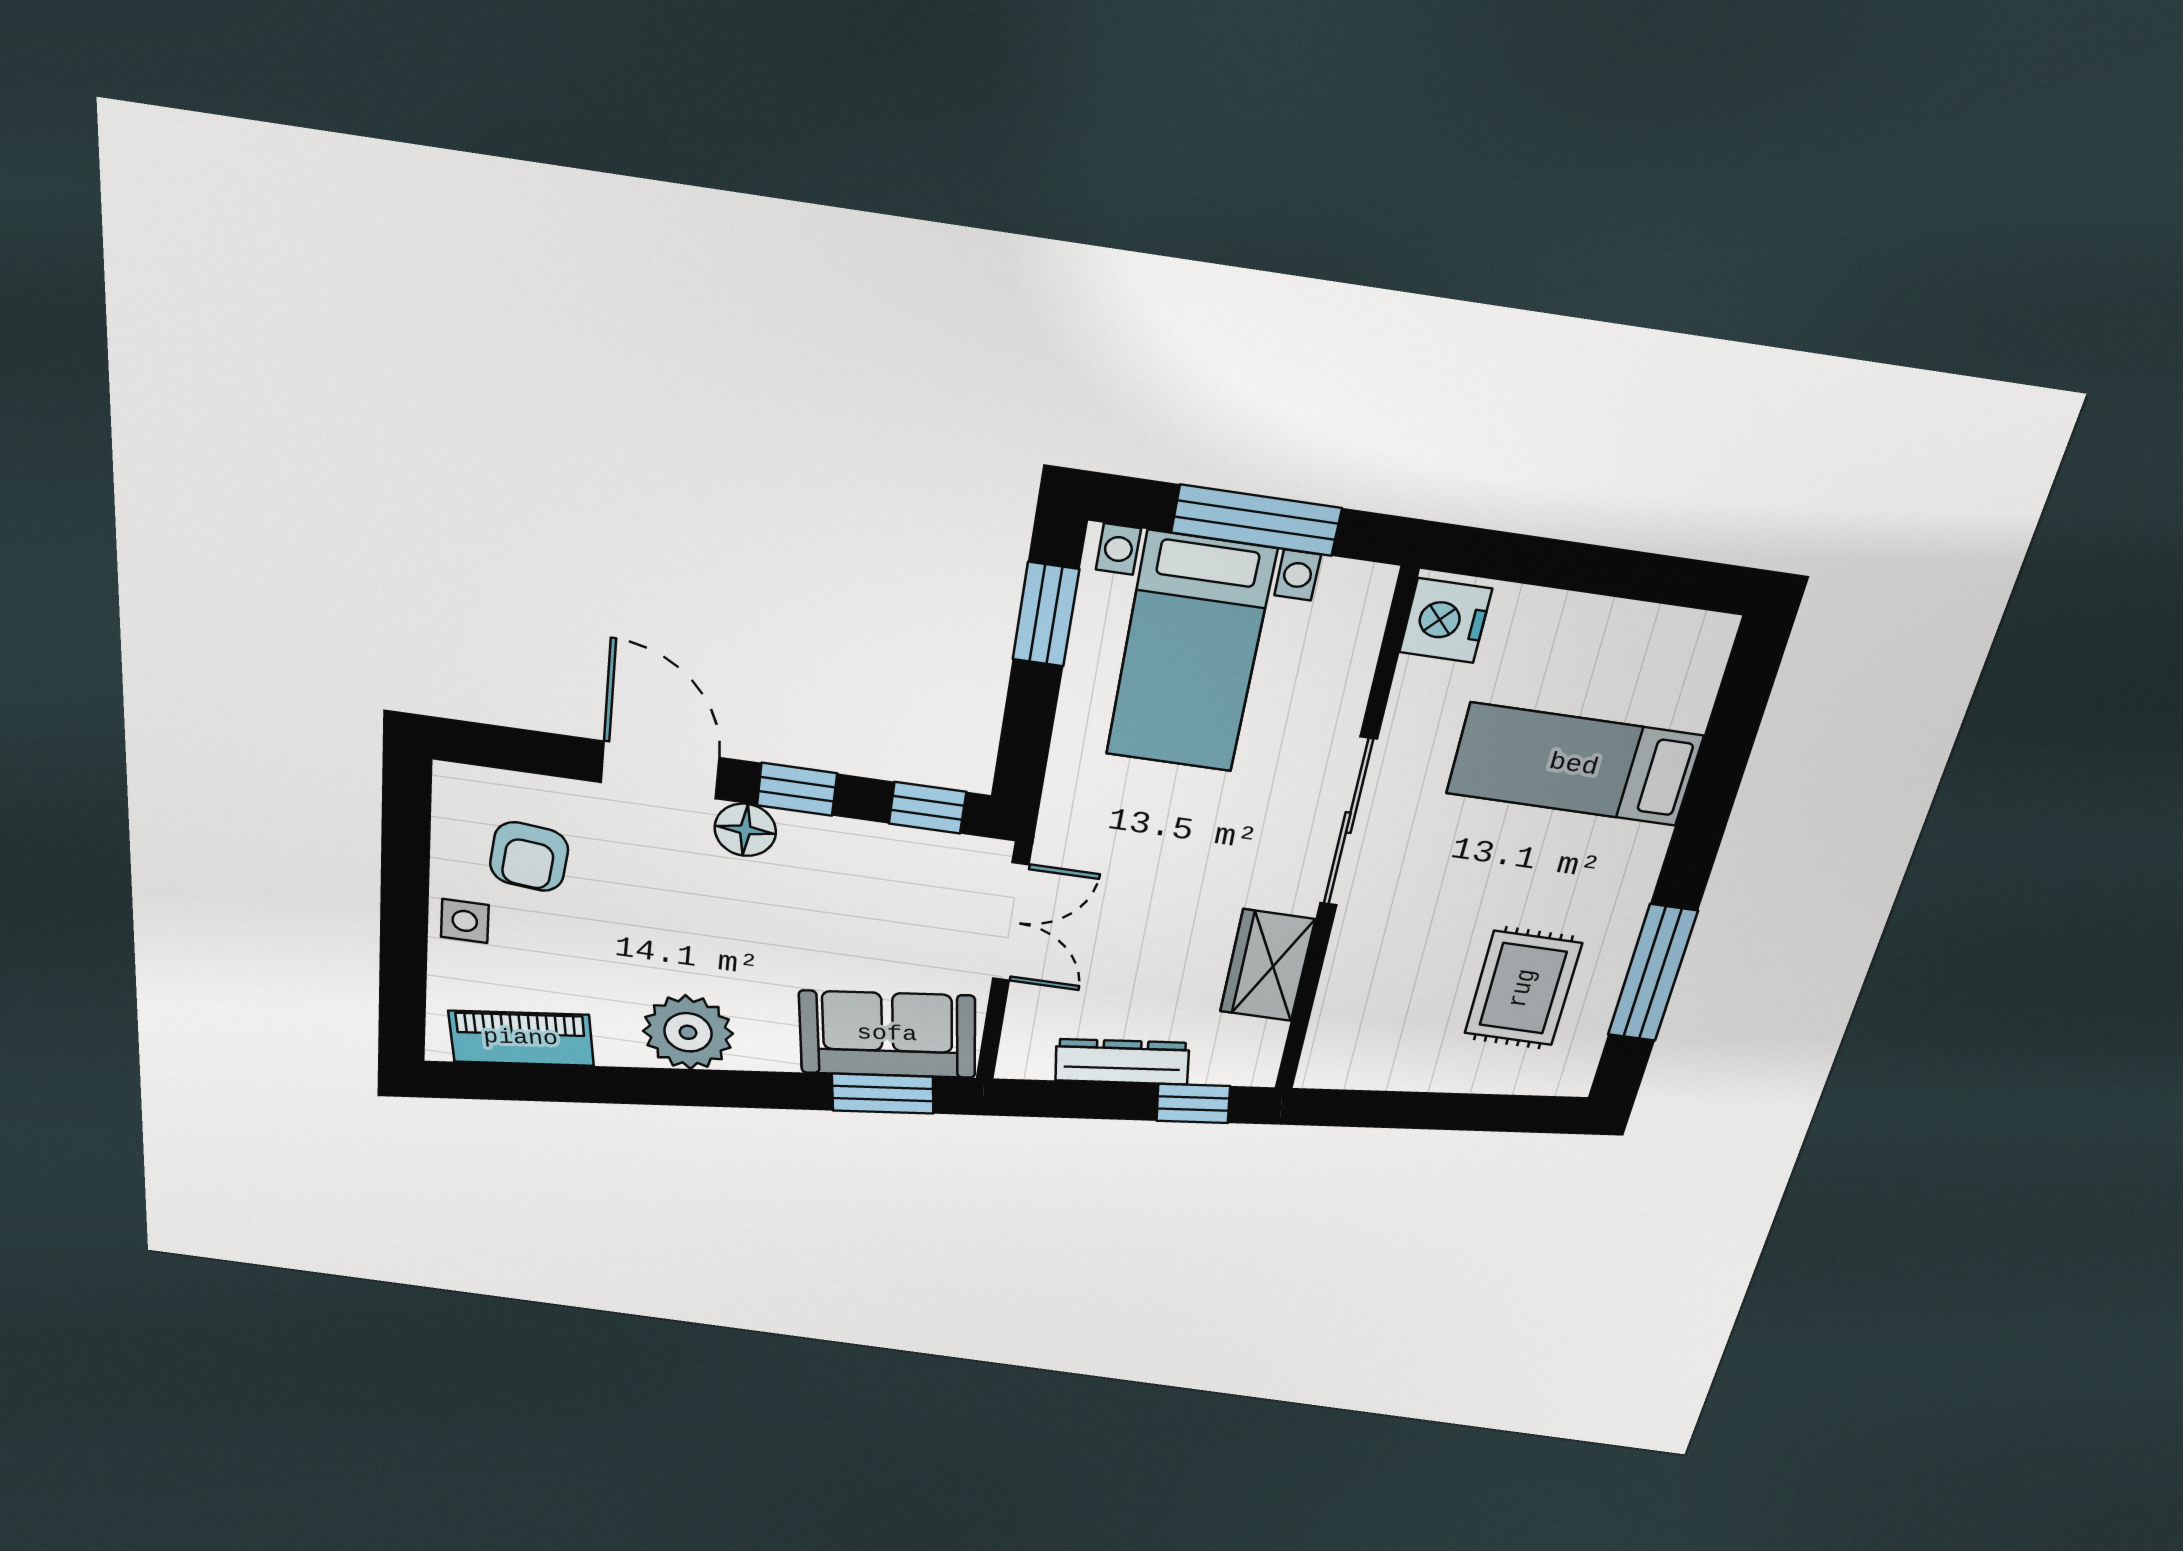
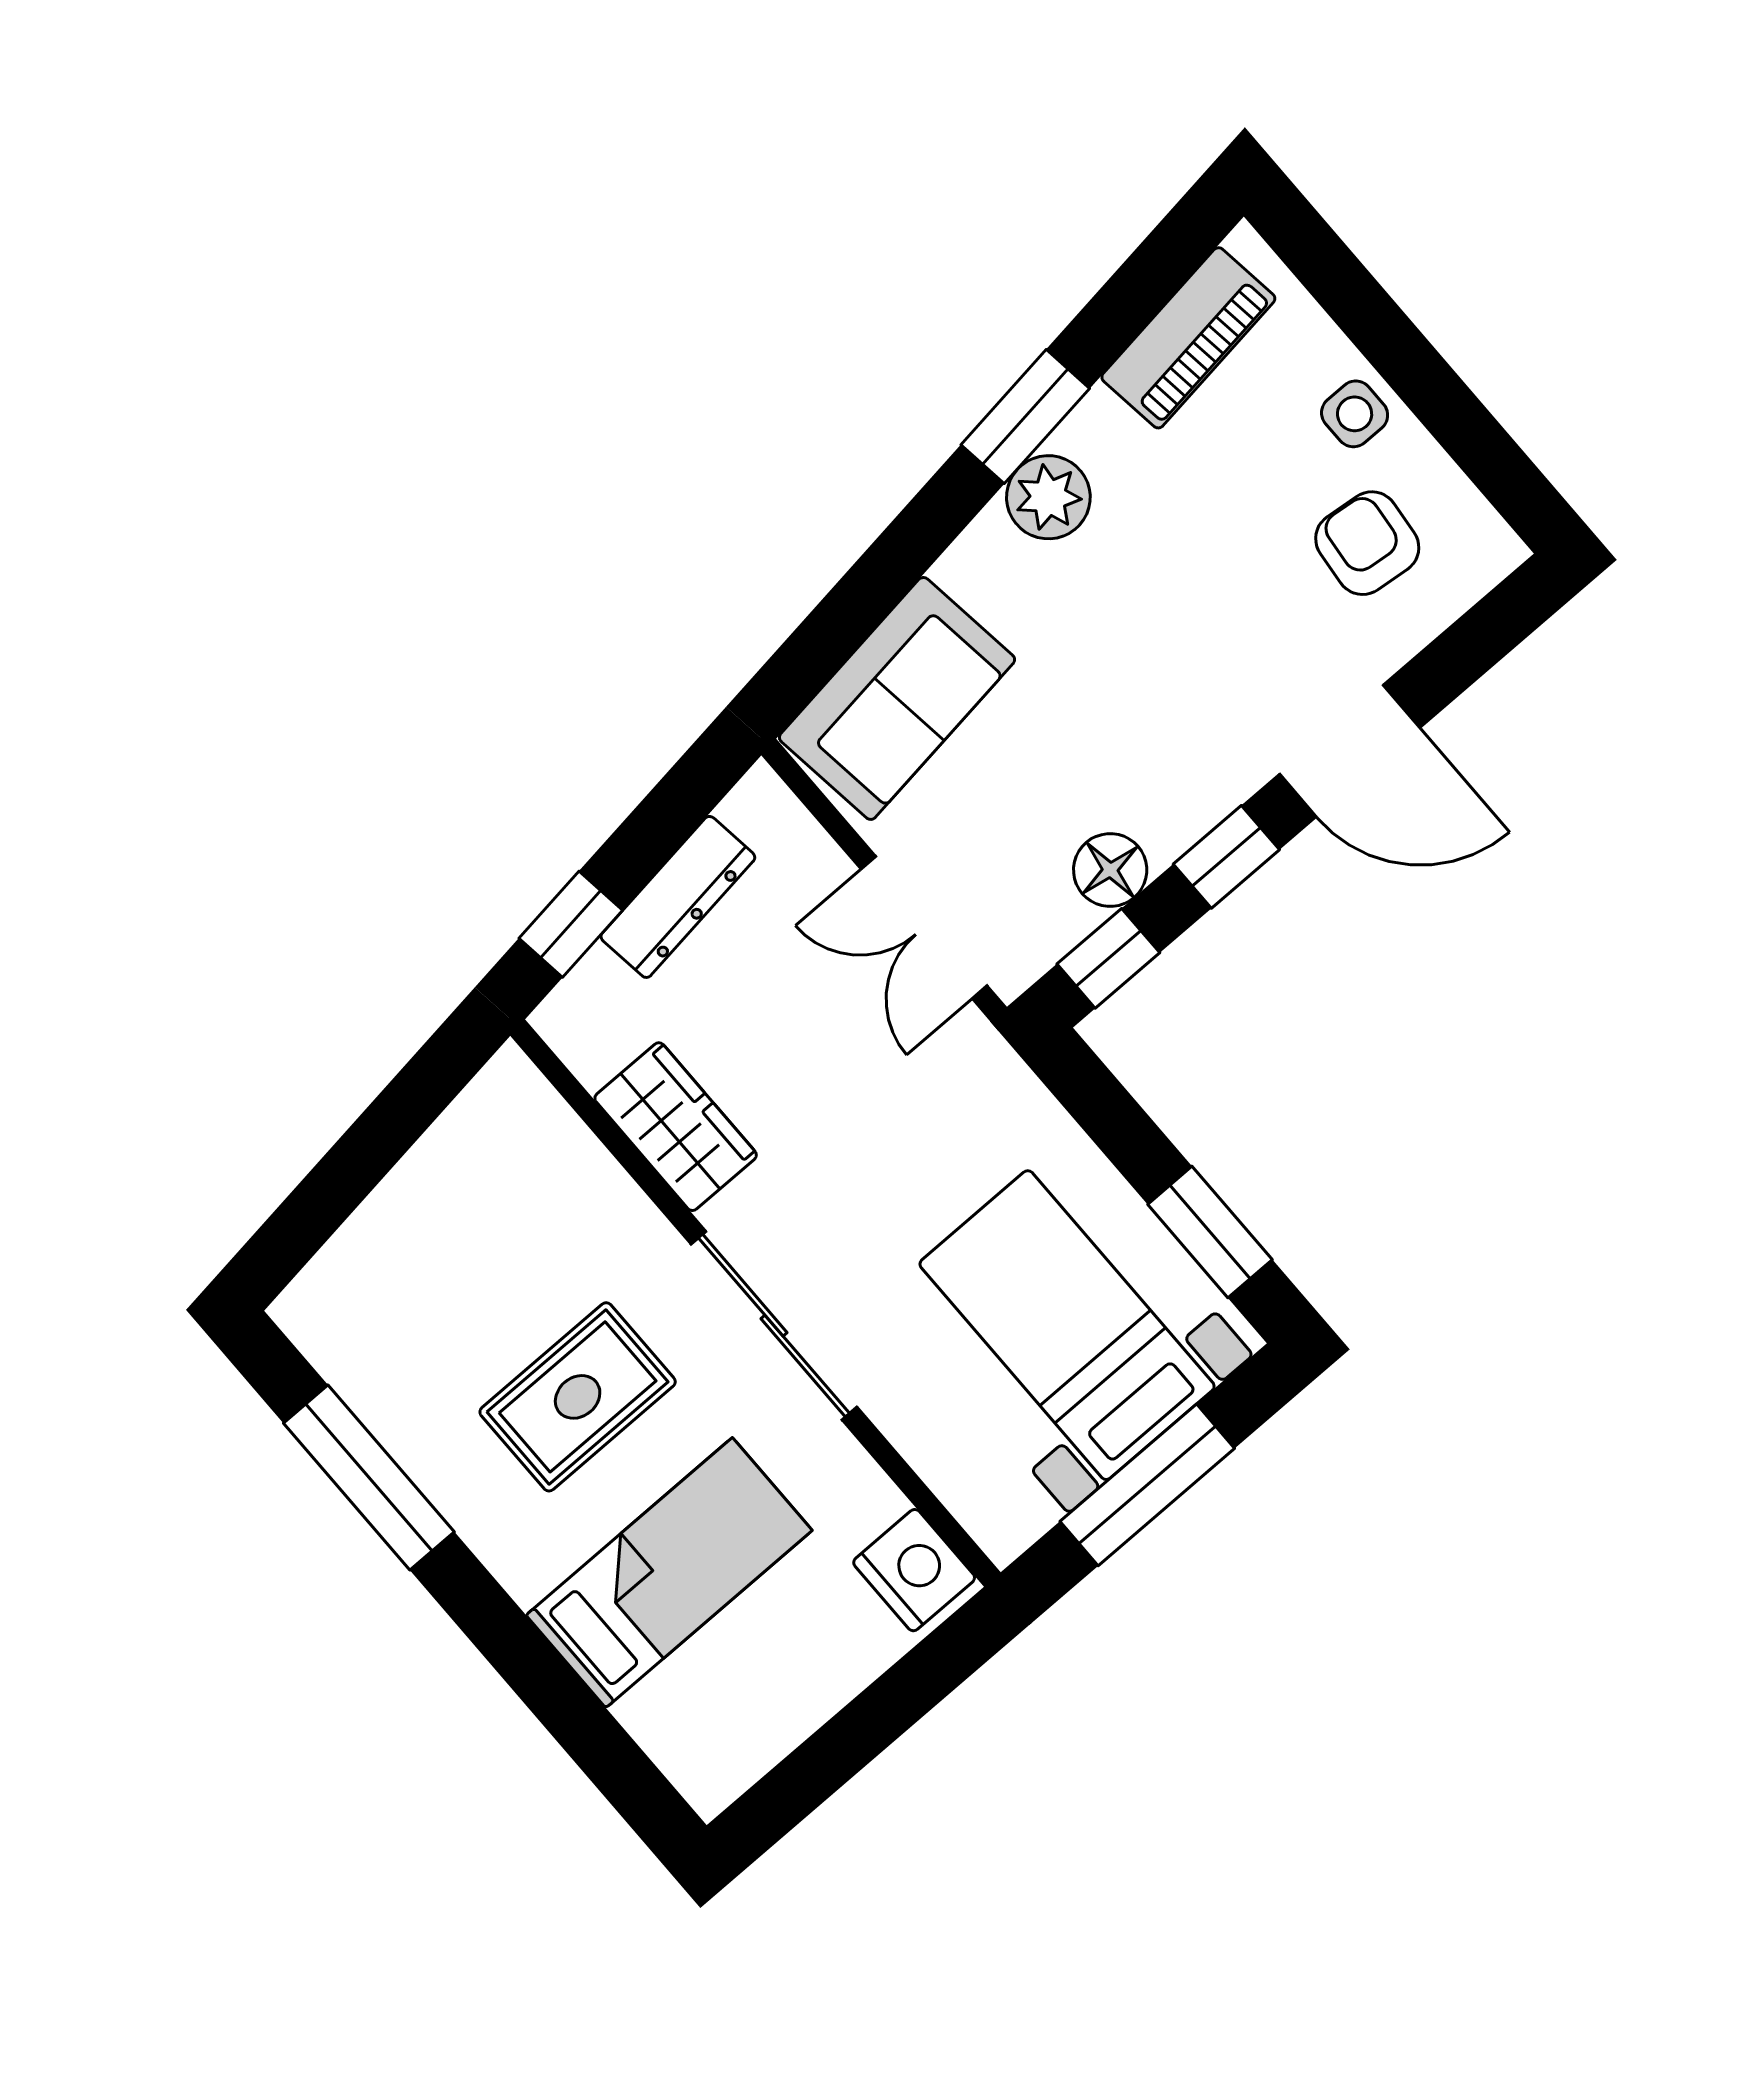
floor lamp: (745, 830) -> (1110, 870), moved
rug: (1523, 988) -> (578, 1397), moved, turned 90
plant: (688, 1032) -> (1048, 497), width x0.73, depth x0.73
window: (883, 1094) -> (1025, 417), moved

